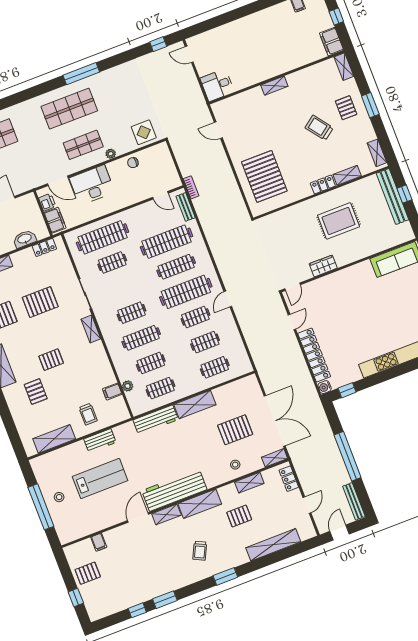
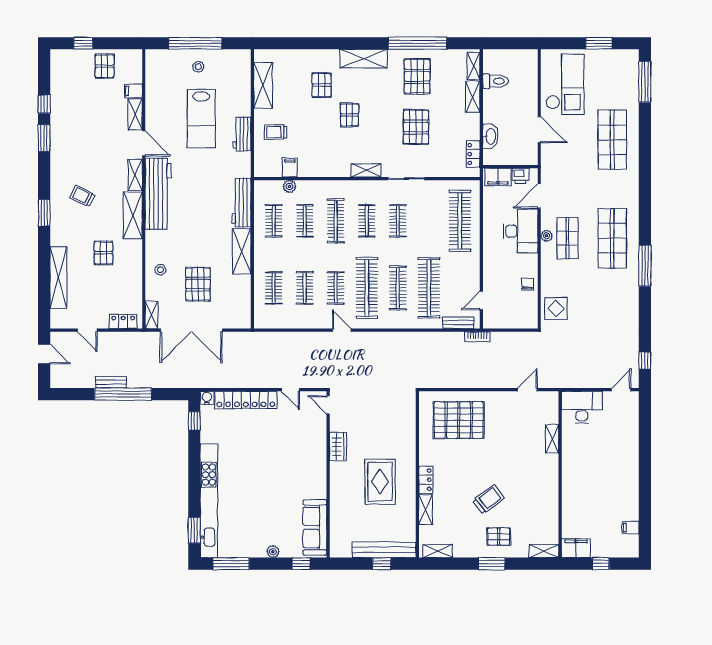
desk: (217, 85) -> (582, 407), width x1.37
shelving: (274, 86) -> (552, 439), moved
plant: (111, 154) -> (547, 236), moved
clothes rail: (112, 262) -> (398, 221), moved
pallet: (36, 392) -> (322, 85), turned 90
shelving: (249, 483) -> (135, 114), moved
bench: (354, 501) -> (111, 382), moved, width x0.73

